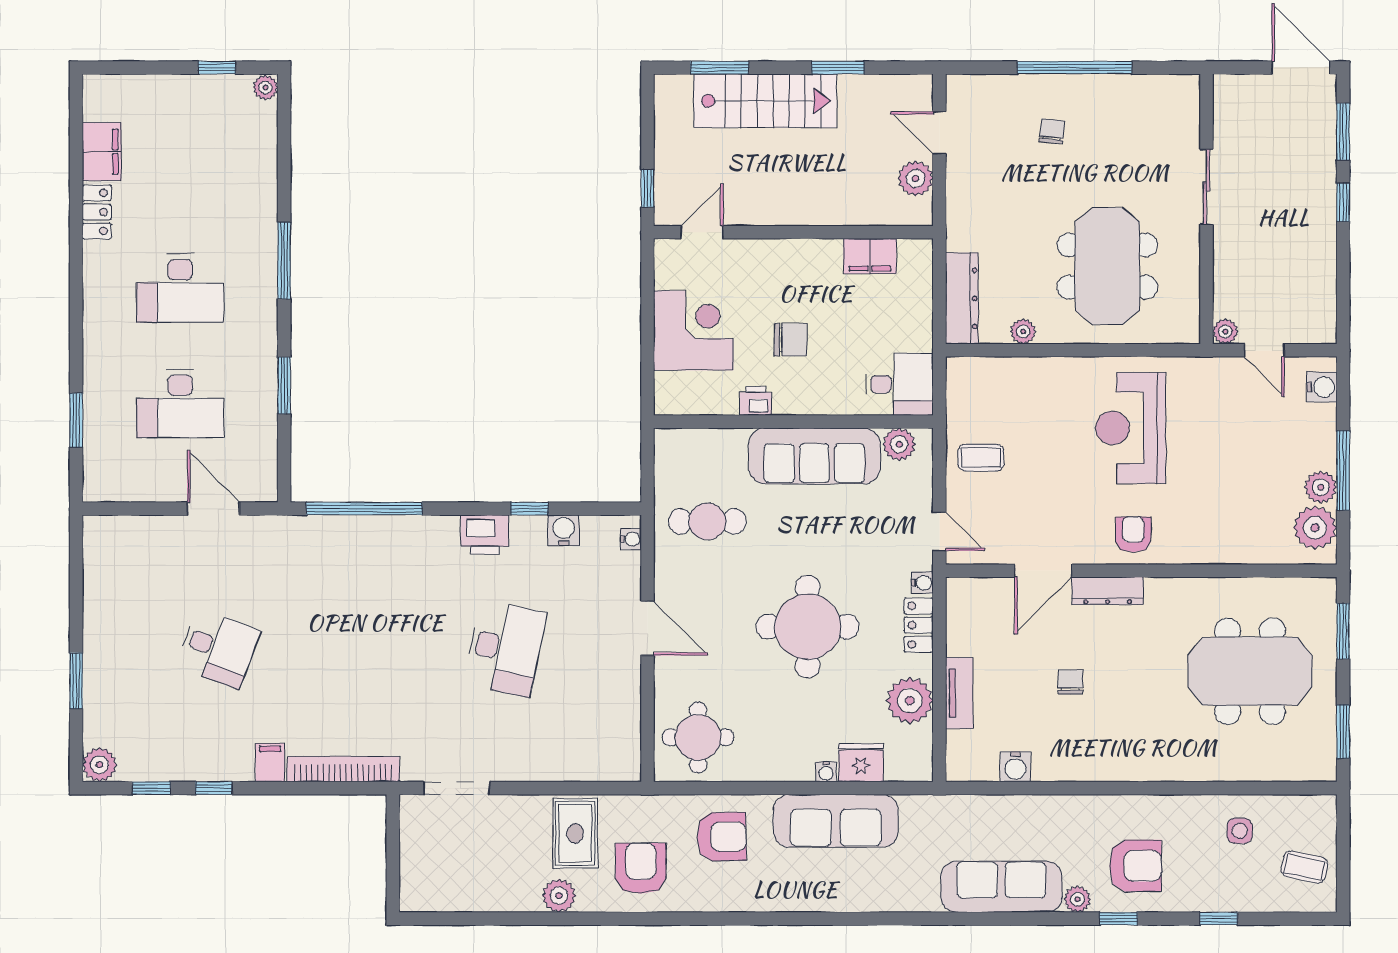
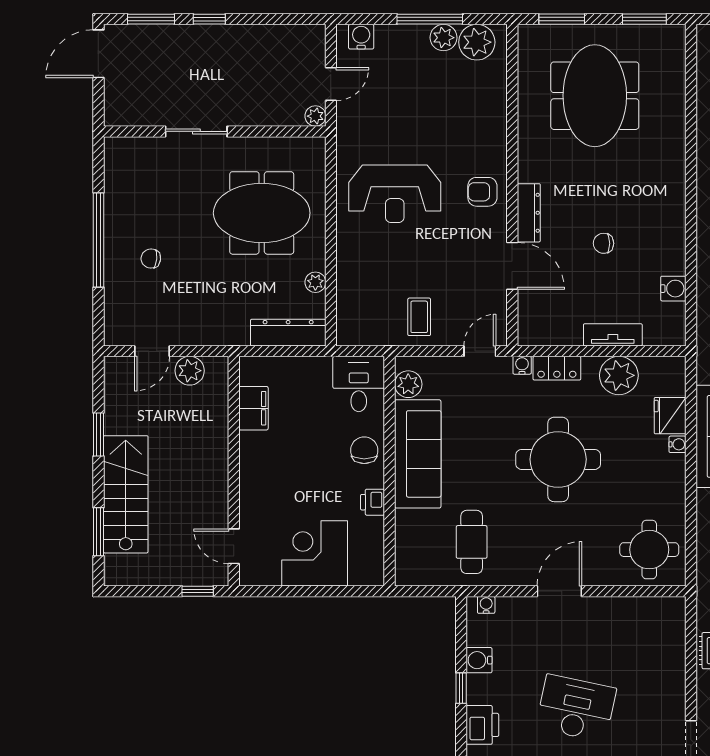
chair: (791, 340) -> (364, 450), moved

